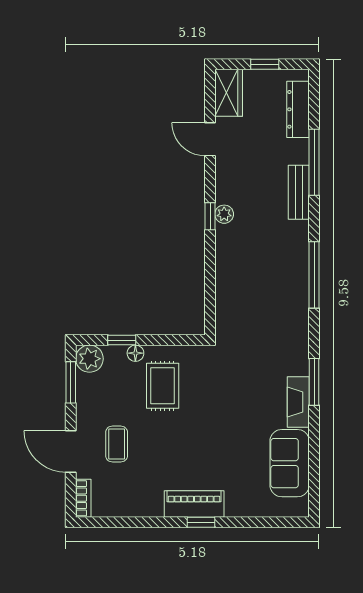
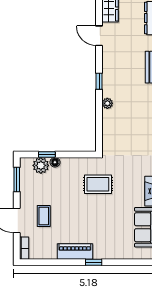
plant: (224, 214) -> (107, 103), moved
plant: (89, 359) -> (41, 165), moved
rug: (163, 386) -> (98, 184), moved, turned 90
piano: (194, 504) -> (75, 251), moved

